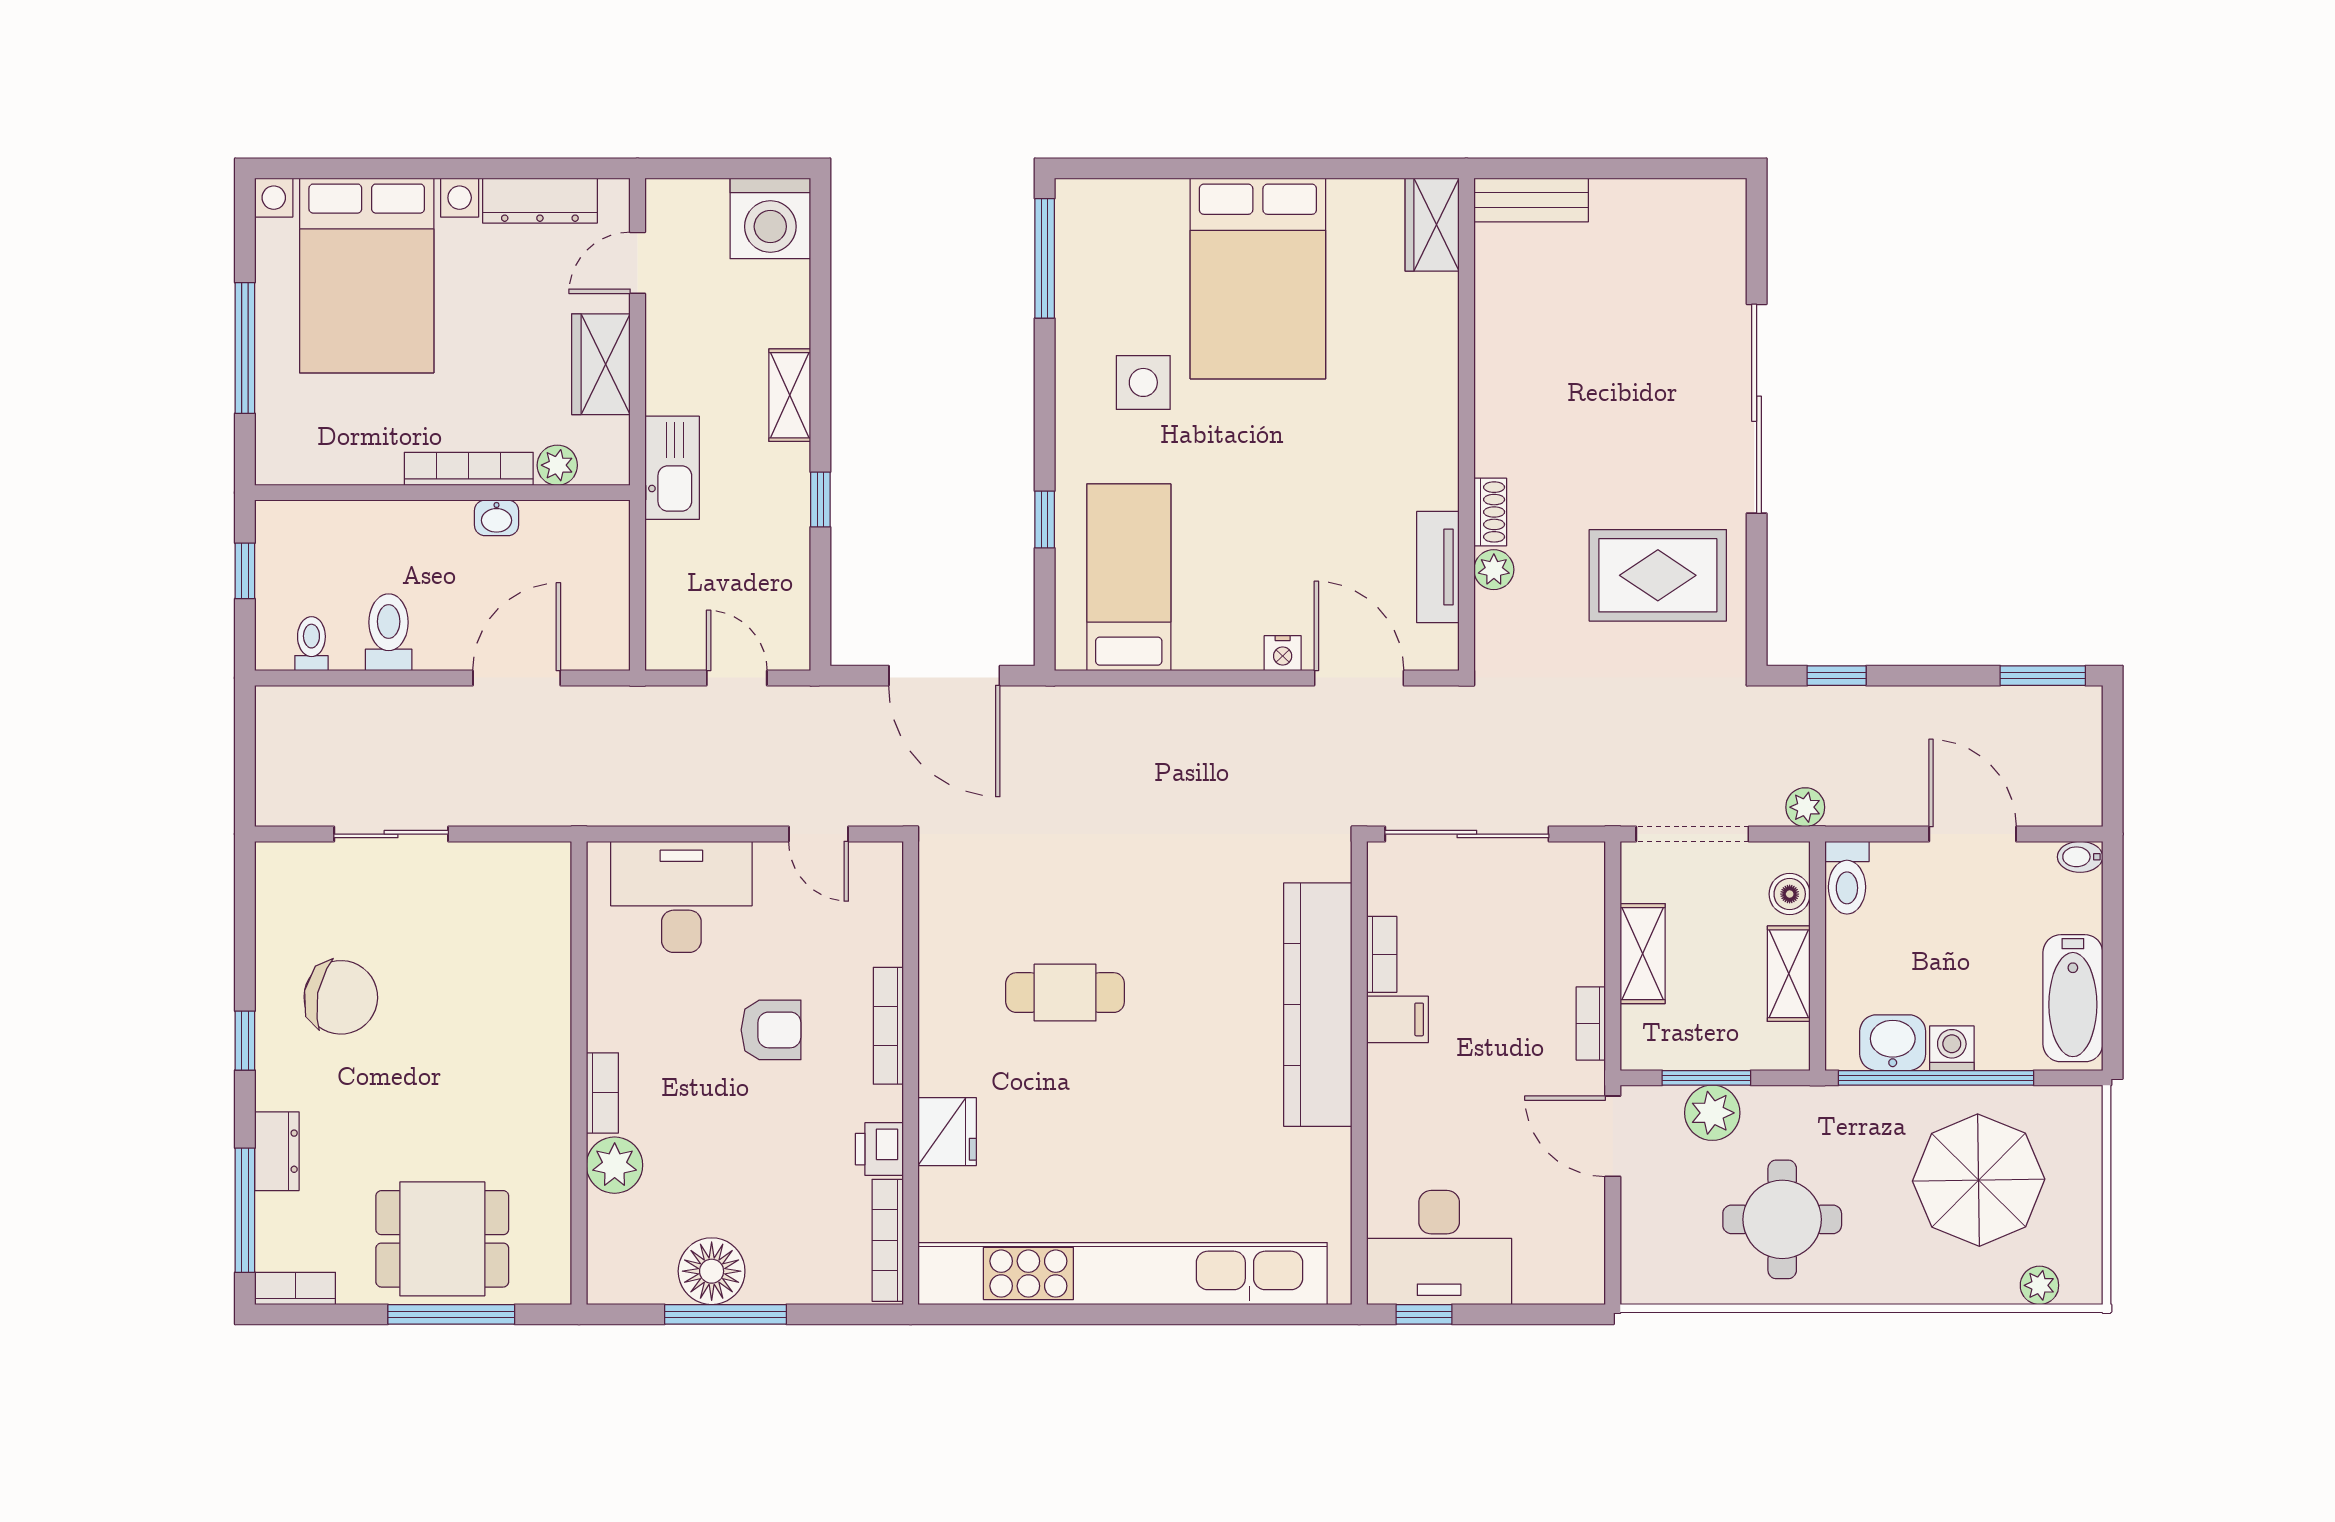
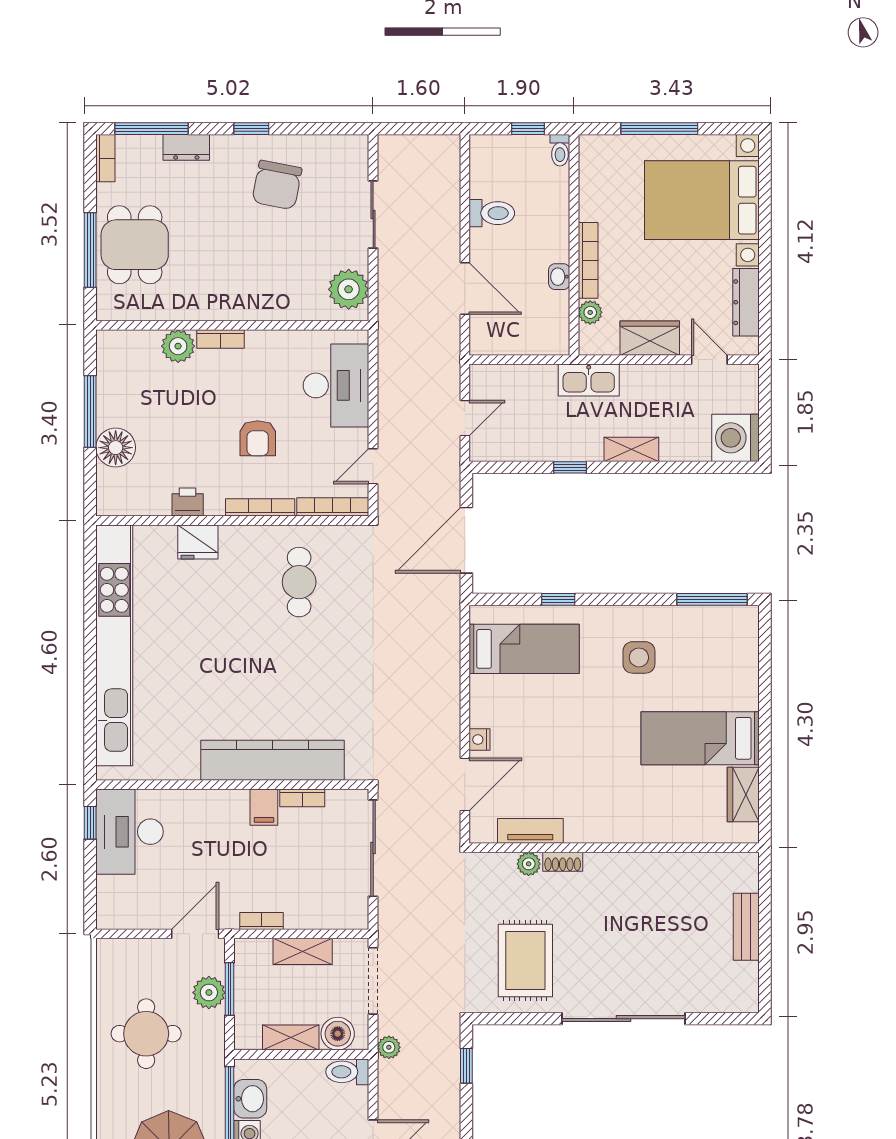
bench: (1531, 200) -> (746, 927), moved
wardrobe: (1432, 225) -> (743, 795), moved, turned -90
bed: (1258, 279) -> (700, 738), width x0.67
toilet: (311, 644) -> (560, 150), moved, turned 90
plant: (518, 876) -> (349, 289), added
boiler: (1790, 894) -> (338, 1034), width x1.36, depth x1.36
cafe table: (1065, 993) -> (299, 582), moved
bookcase: (888, 1240) -> (333, 507), moved
floor lamp: (712, 1271) -> (116, 448), moved

